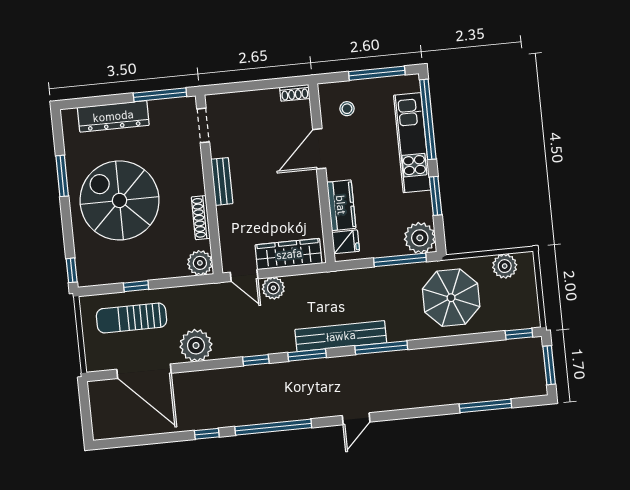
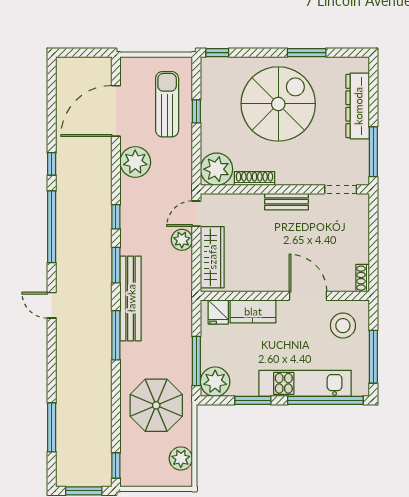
stool: (347, 109) -> (343, 326), width x1.89, depth x1.89
plant: (200, 263) -> (217, 169), width x1.36, depth x1.36

